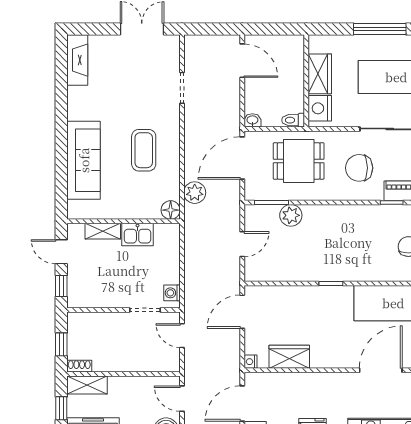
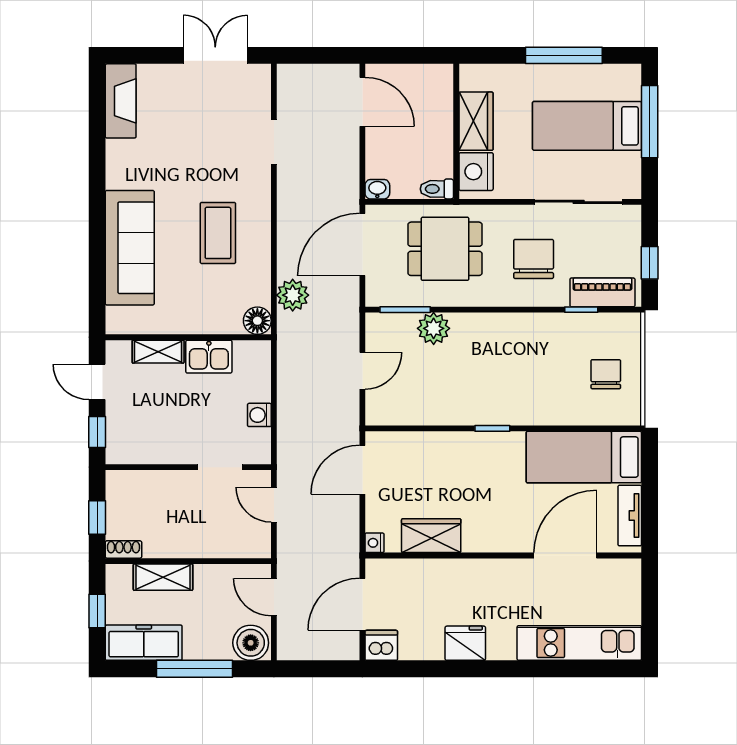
chair: (359, 168) -> (534, 259), turned 90
washing machine: (172, 293) -> (259, 415), moved
shelving: (87, 385) -> (163, 577), moved

